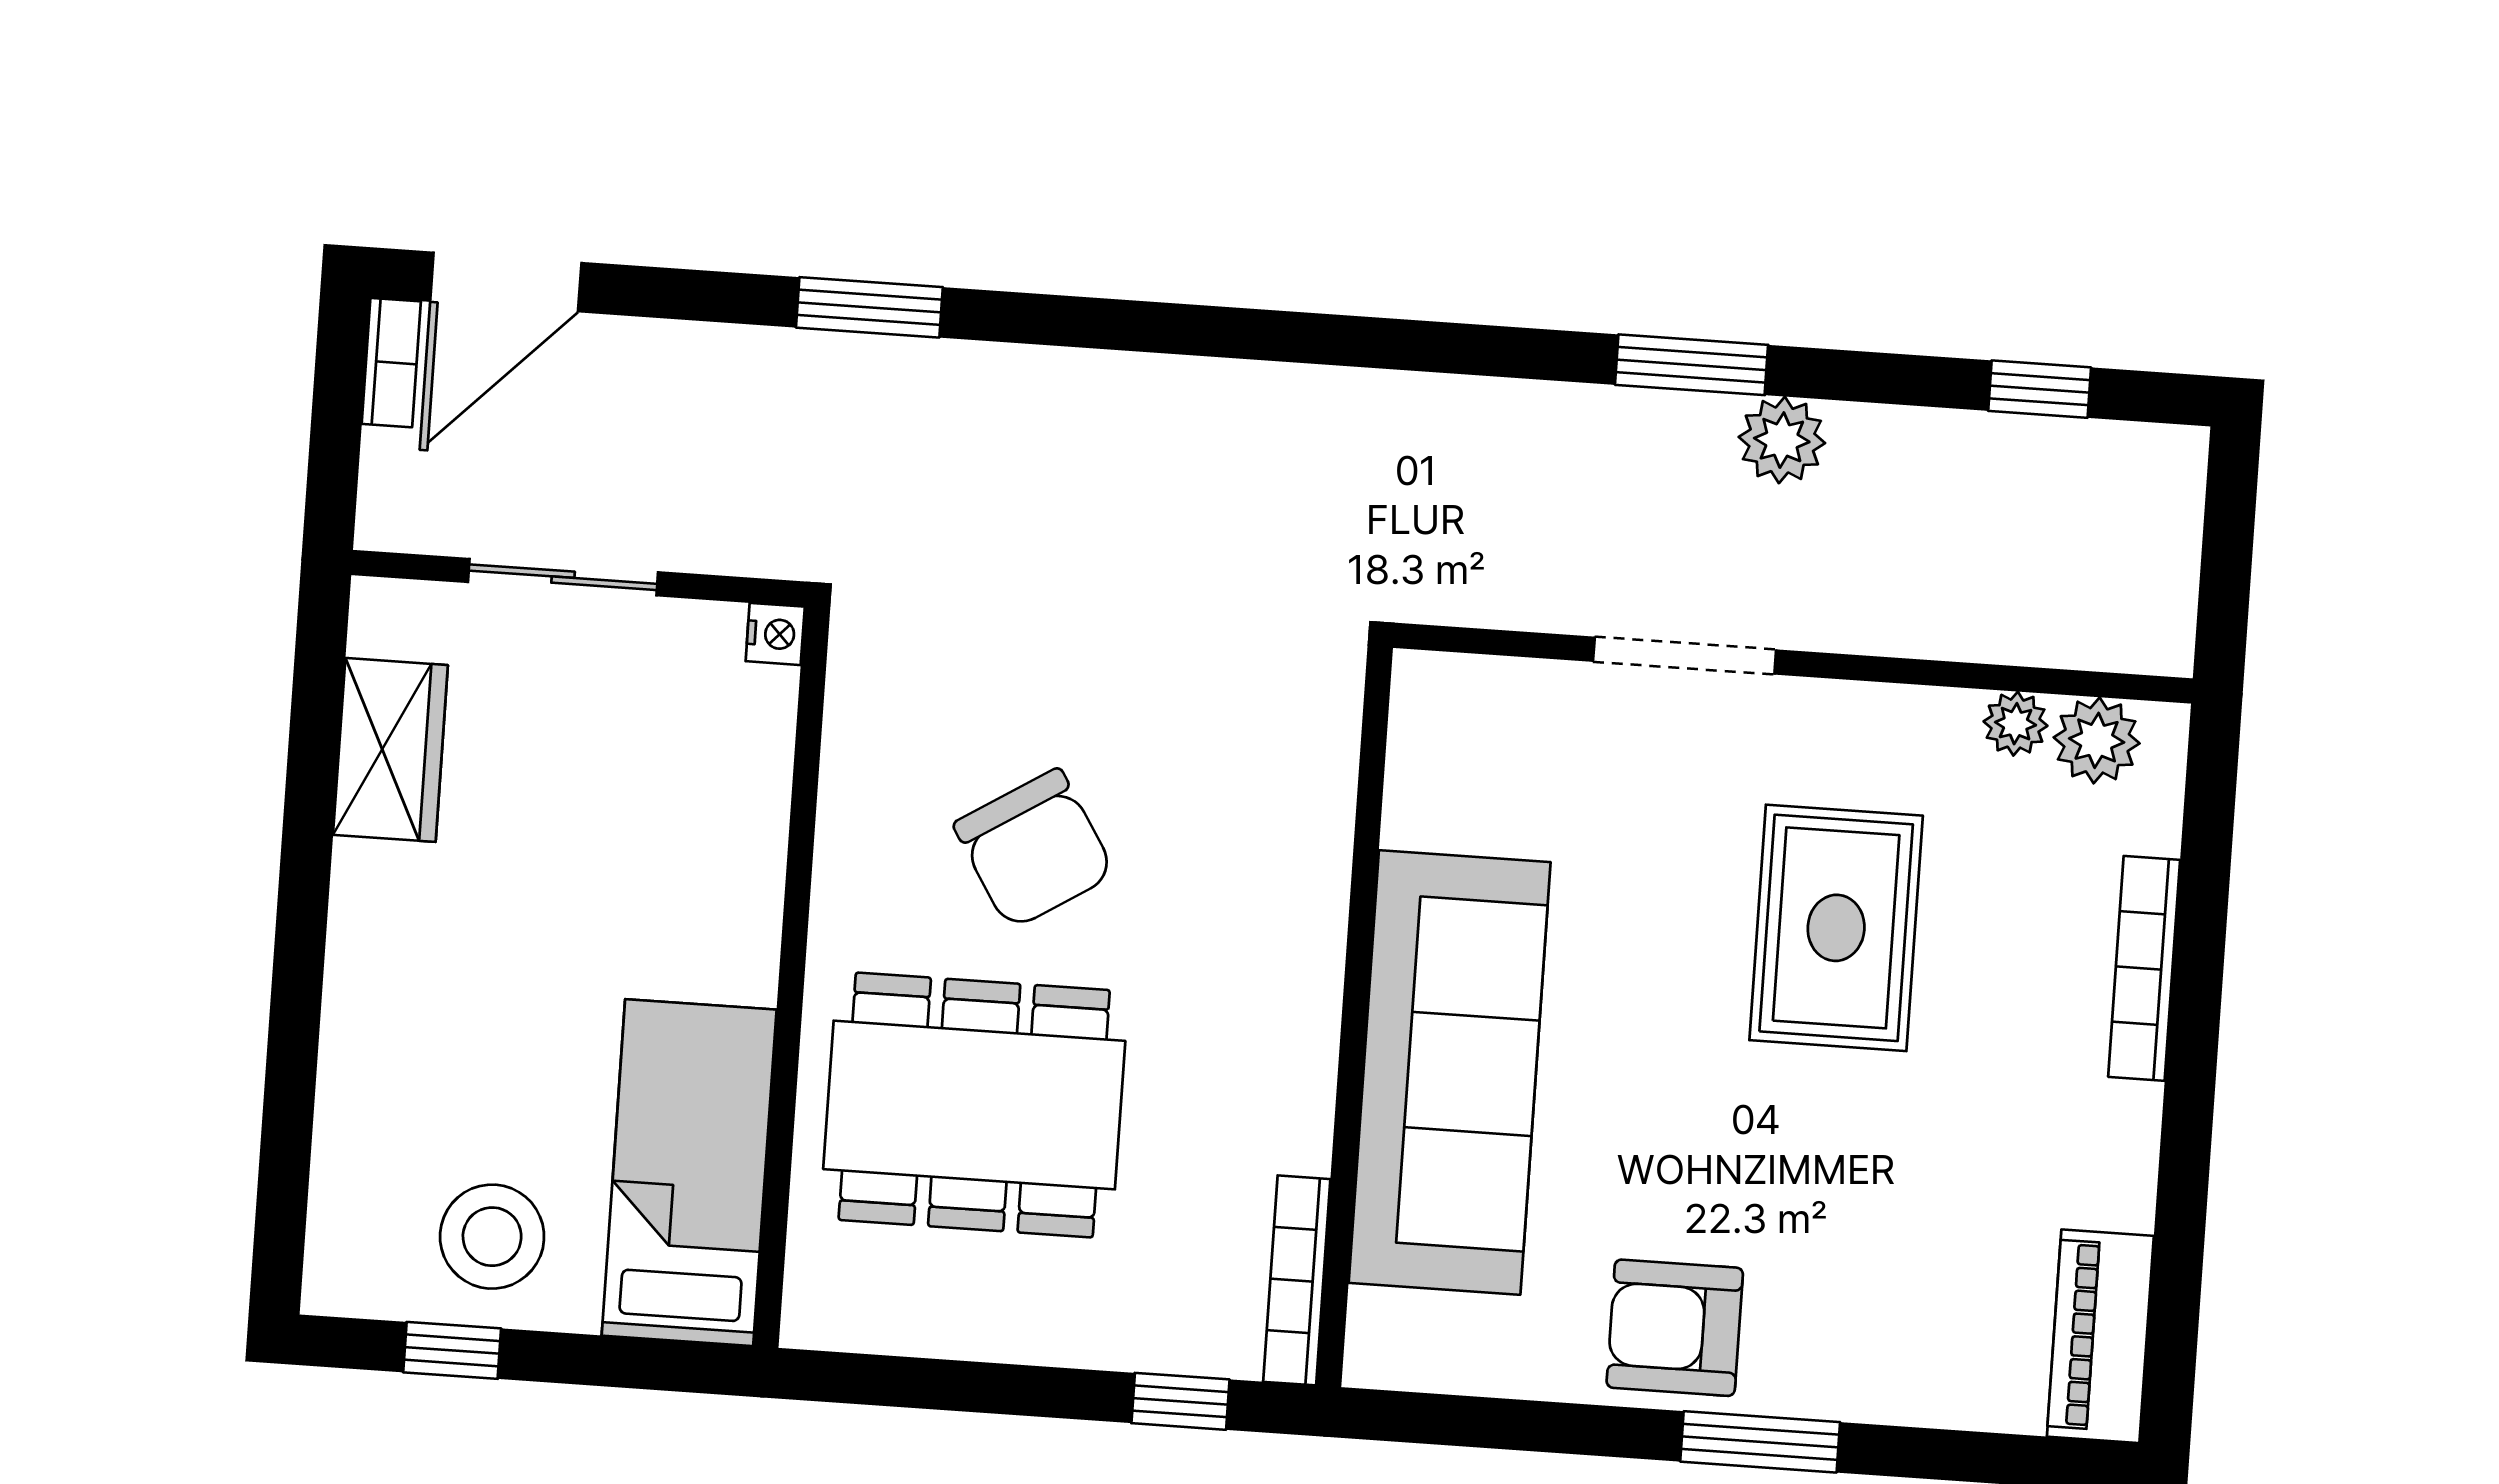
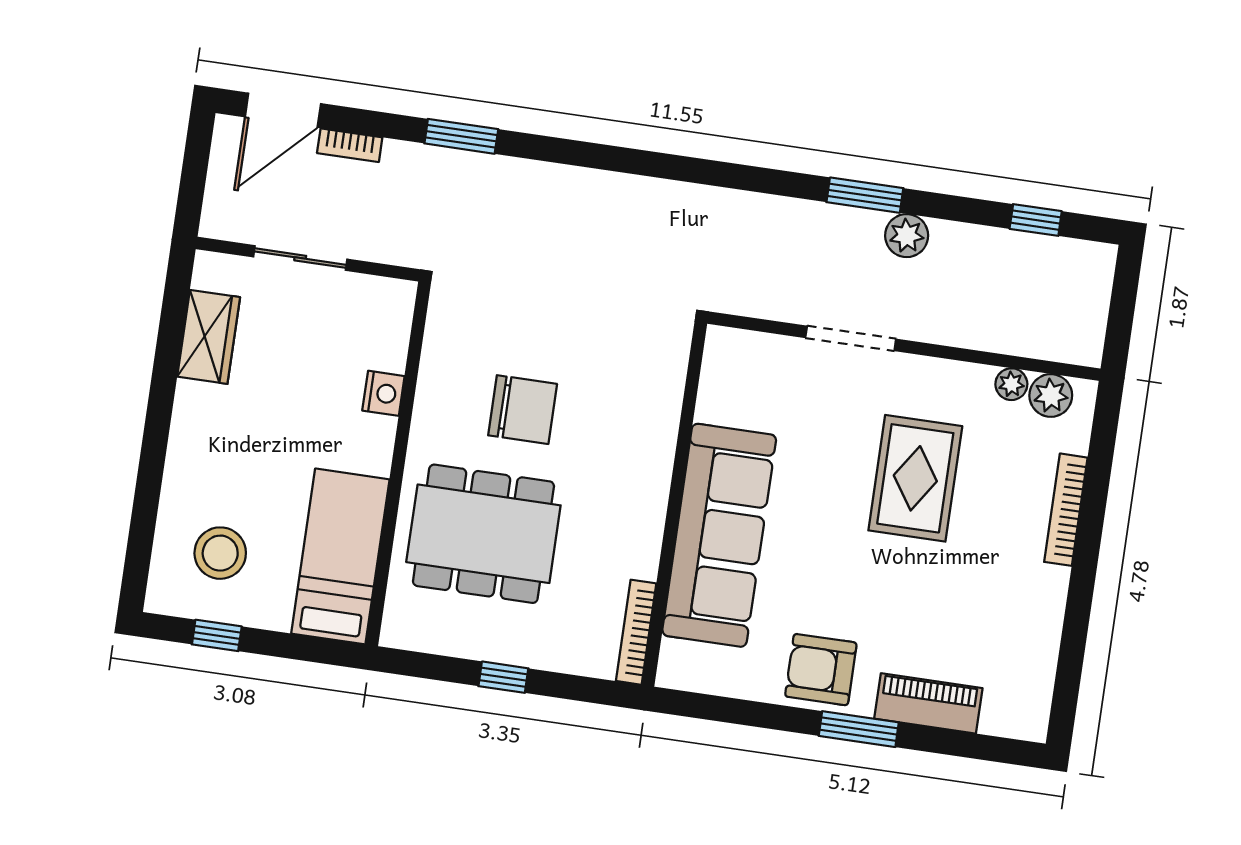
bookcase: (391, 363) -> (350, 145), moved, turned 90
nightstand: (775, 634) -> (383, 393), moved, width x1.39, depth x1.35
chair: (1034, 849) -> (523, 410), turned -58
stool: (492, 1237) -> (220, 553), moved
piano: (2100, 1336) -> (928, 703), moved, turned 90
window: (1180, 1401) -> (503, 677), moved

